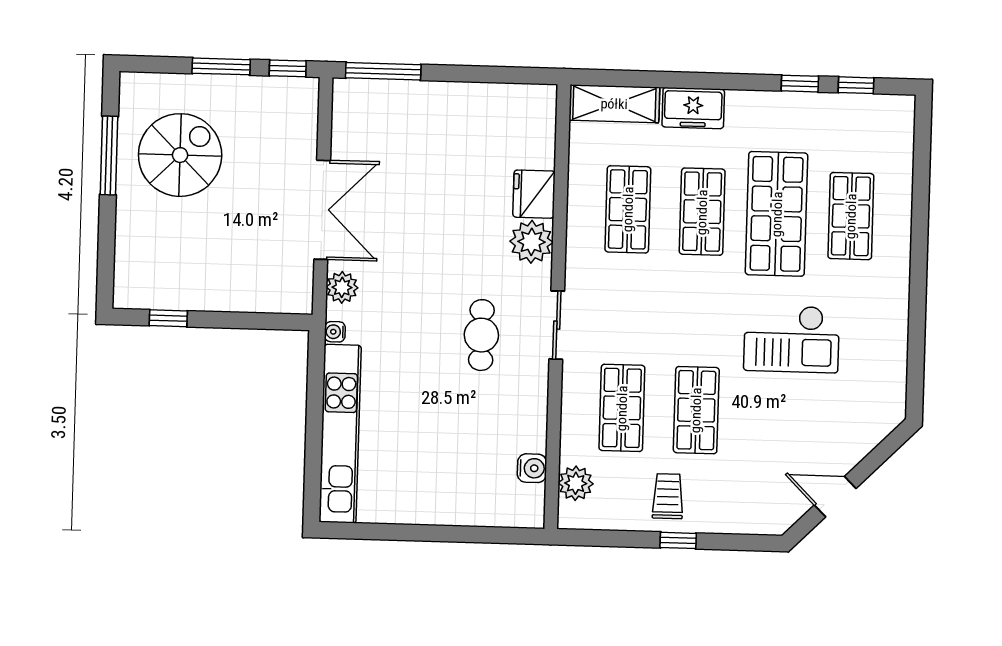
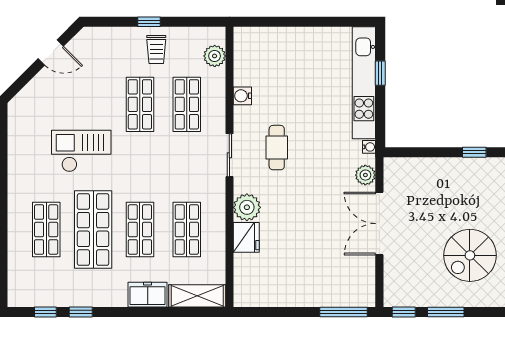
window: (314, 448) -> (380, 73), added
water cooler: (532, 468) -> (242, 96), moved

